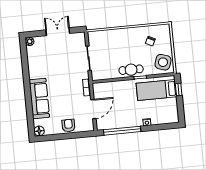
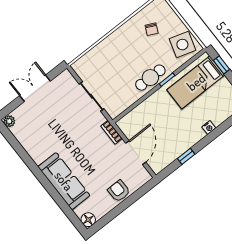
window: (122, 131) -> (186, 156), width x0.32

